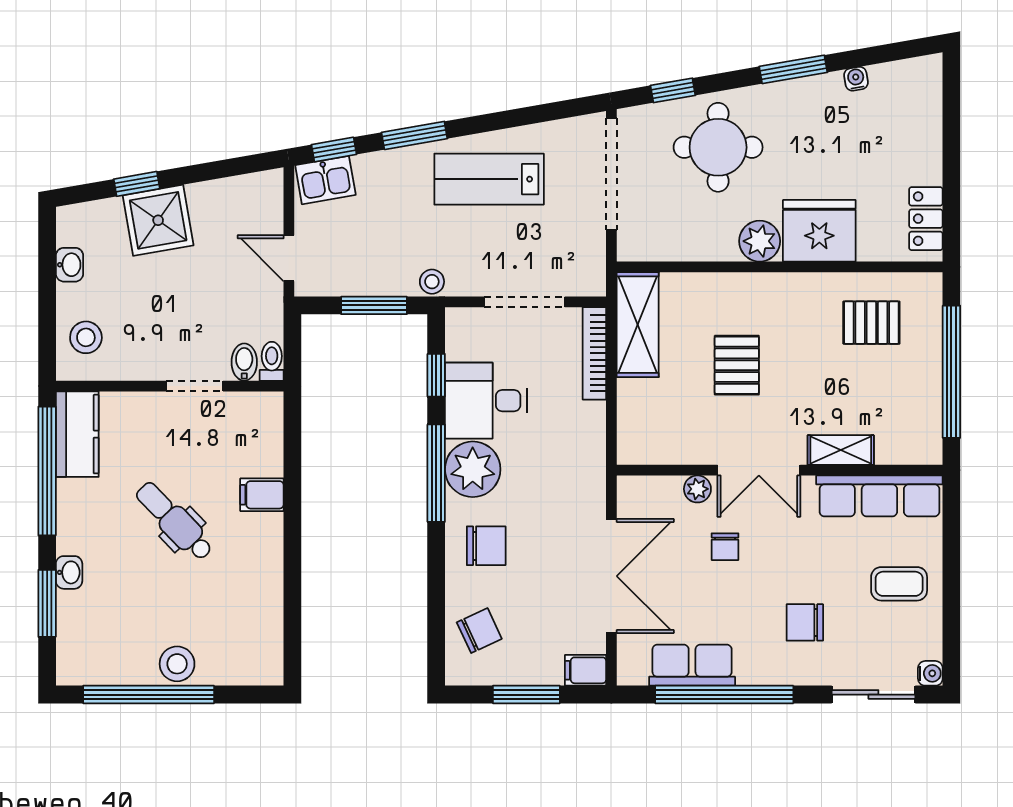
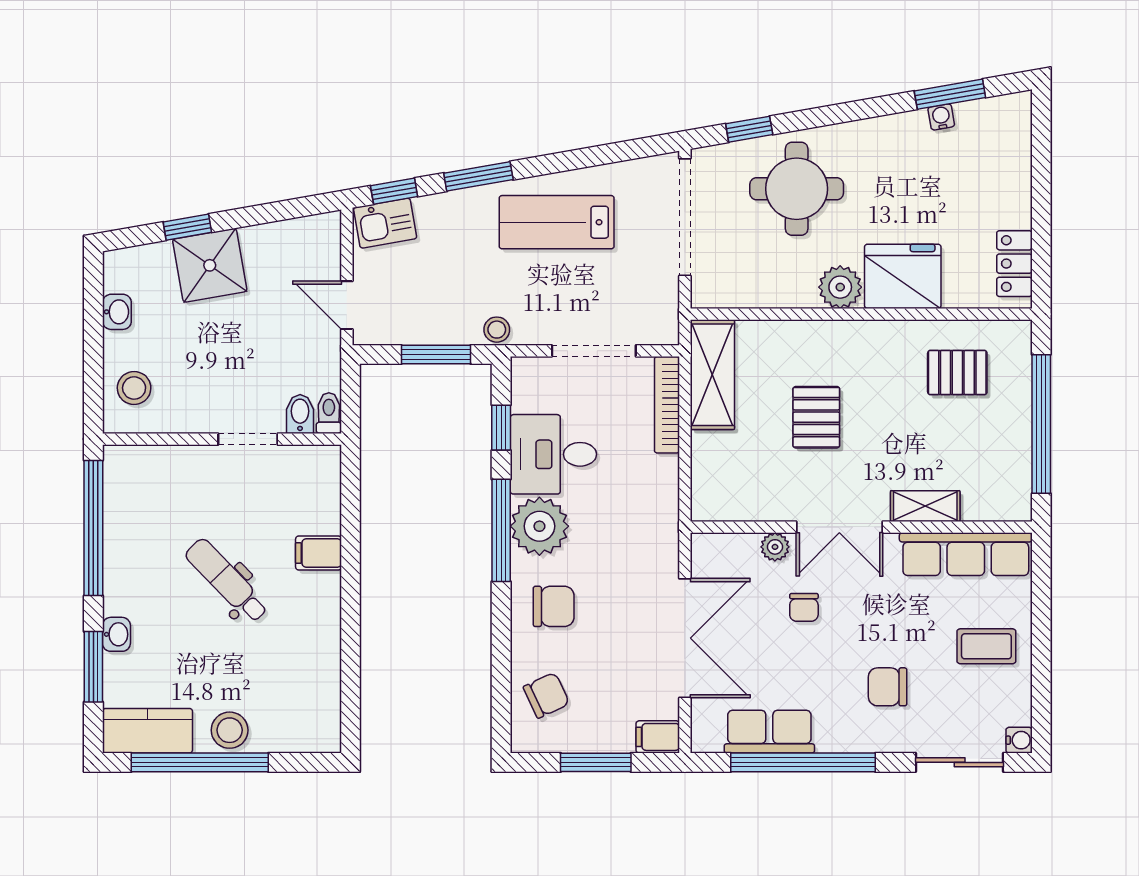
window: (793, 69) -> (950, 94), moved
kitchen counter: (77, 434) -> (147, 731), moved, turned -90

